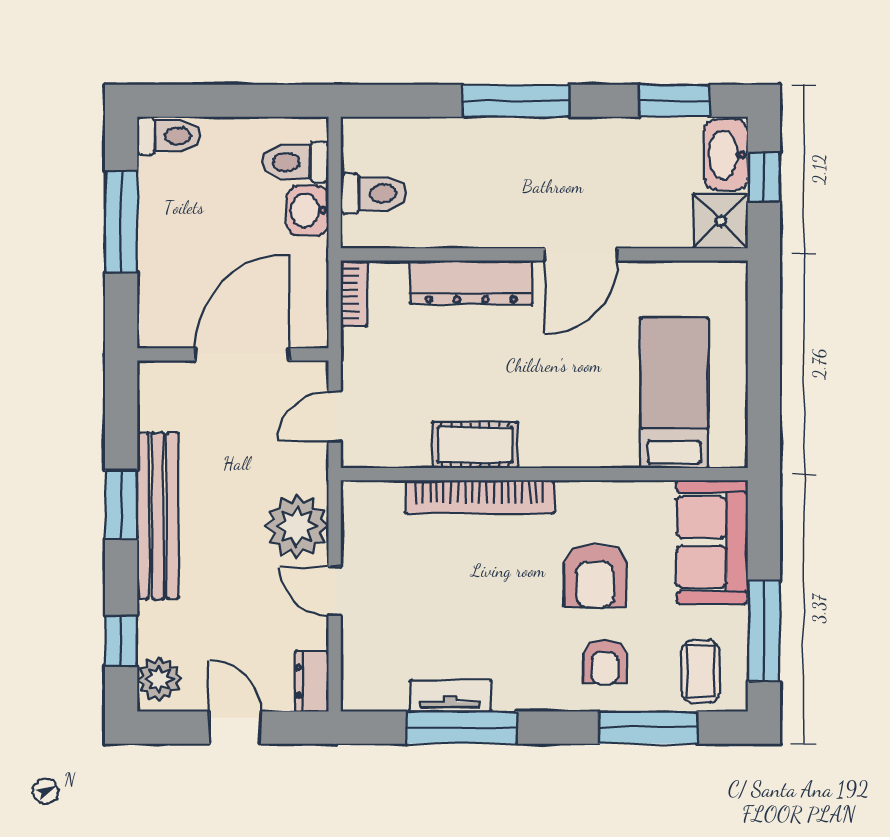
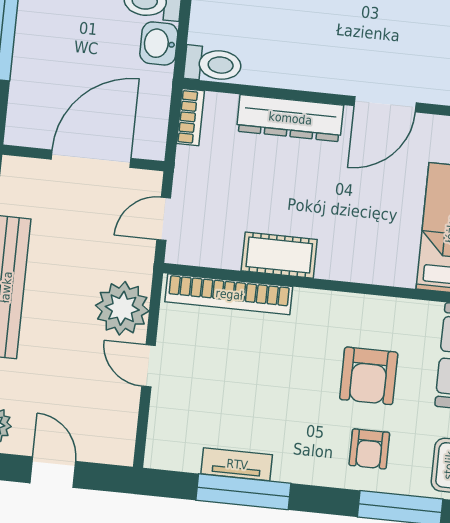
toilet: (374, 193) -> (213, 64), moved
bookcase: (479, 497) -> (229, 294), moved
dresser: (312, 681) -> (121, 440), removed

